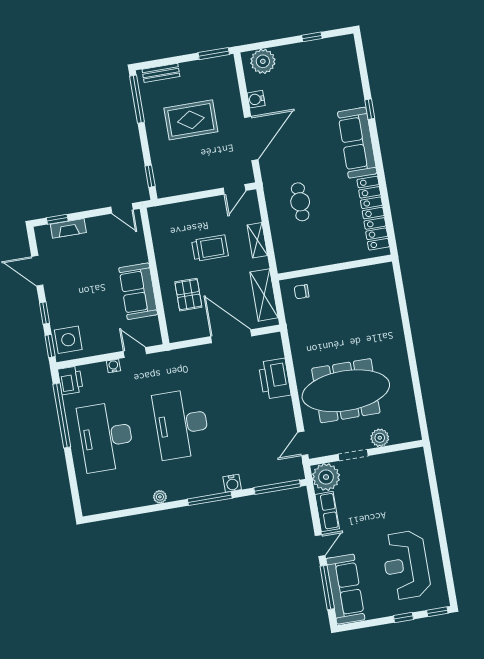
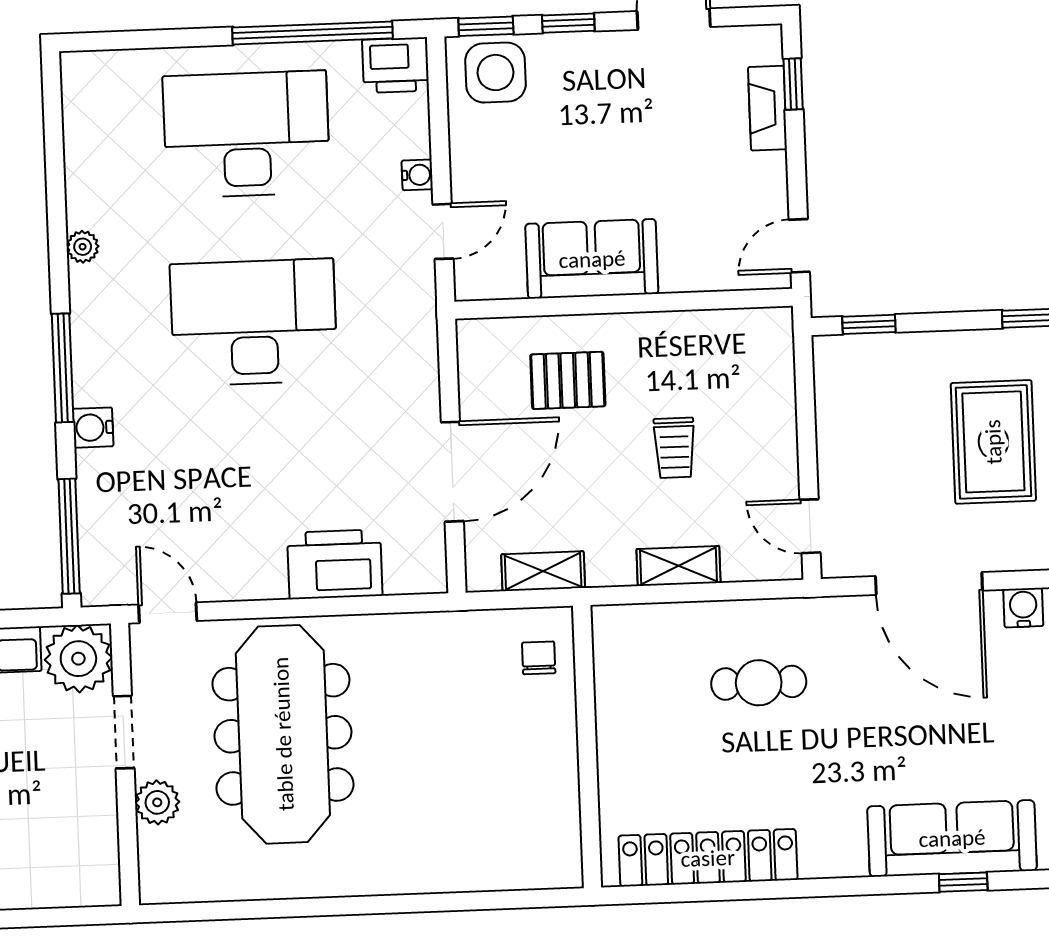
sofa: (357, 143) -> (952, 838), moved
trolley: (210, 248) -> (674, 448), width x0.73, depth x0.72
shelving: (264, 295) -> (543, 571), width x0.67, depth x0.75

